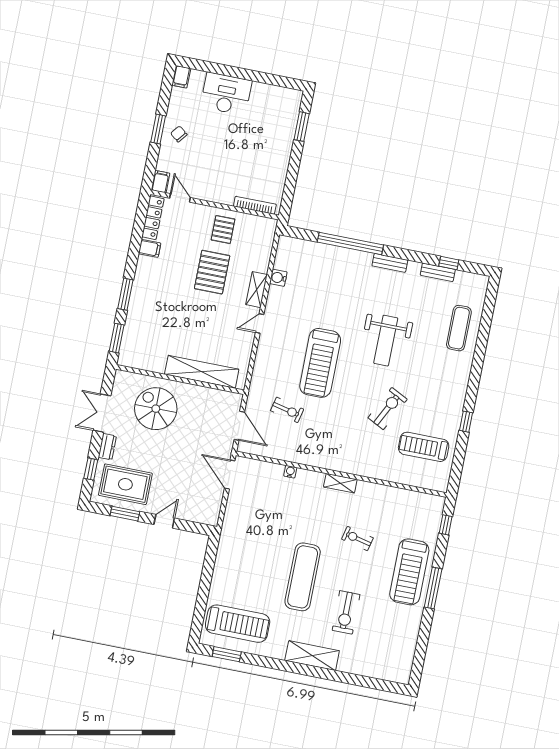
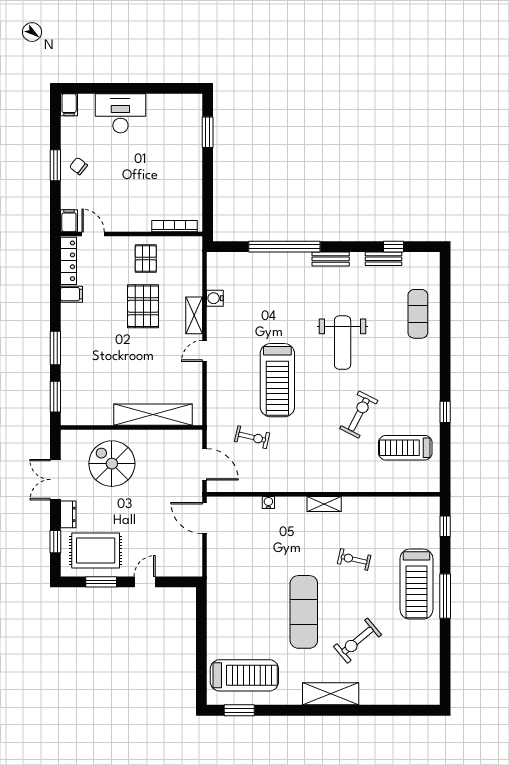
exercise bike: (346, 612) -> (358, 641), turned 50

